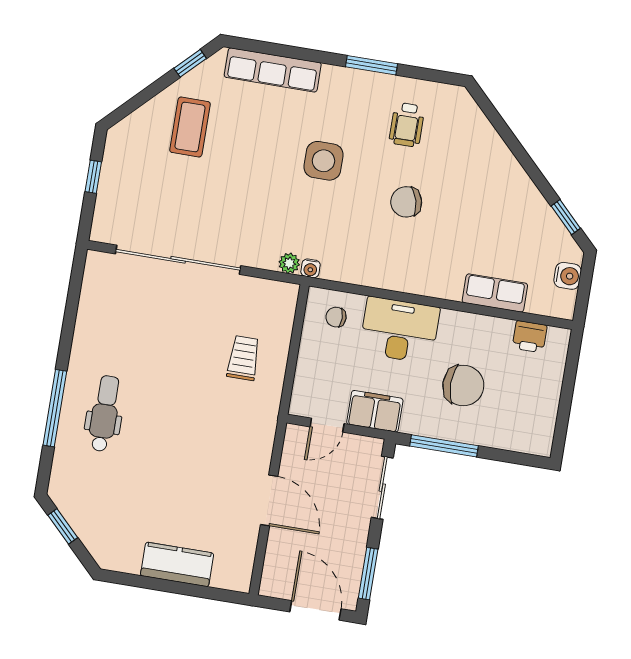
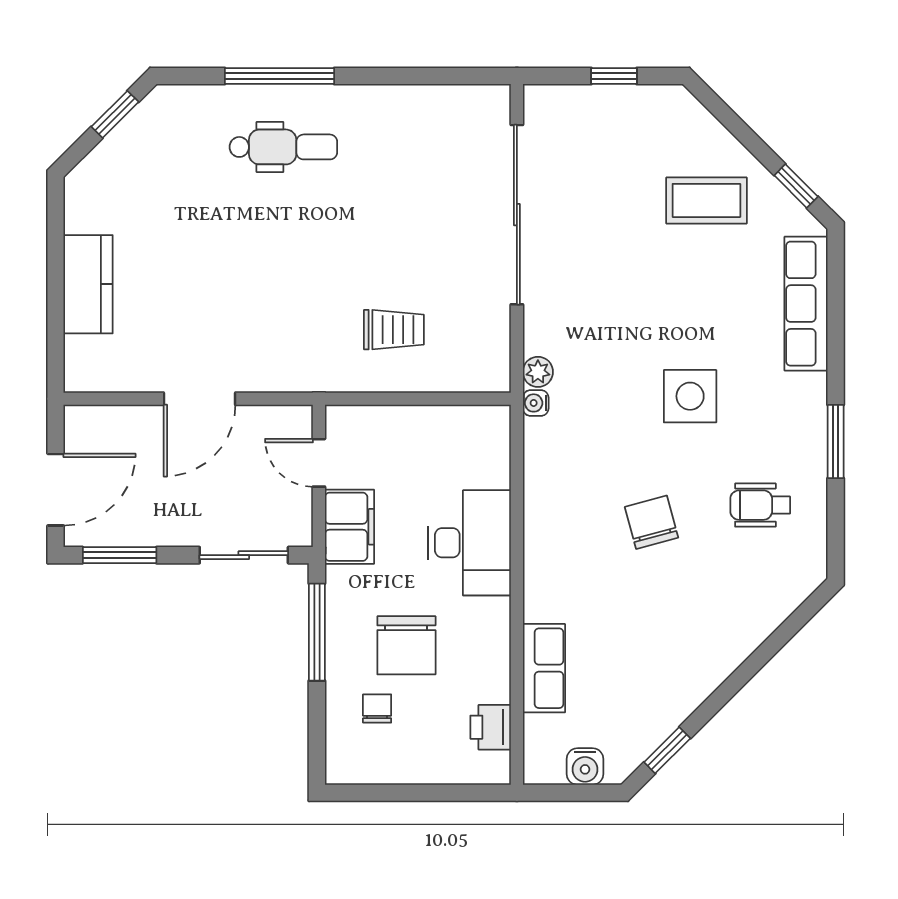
chair: (336, 317) -> (377, 708), moved

